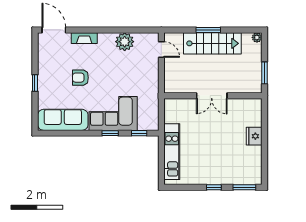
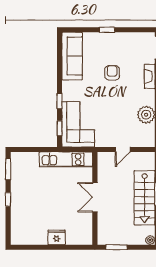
door: (161, 49) -> (123, 149), moved
corner sofa: (113, 113) -> (78, 124), moved
kitchen unit: (172, 152) -> (66, 159), moved
window: (244, 187) -> (8, 169), moved

